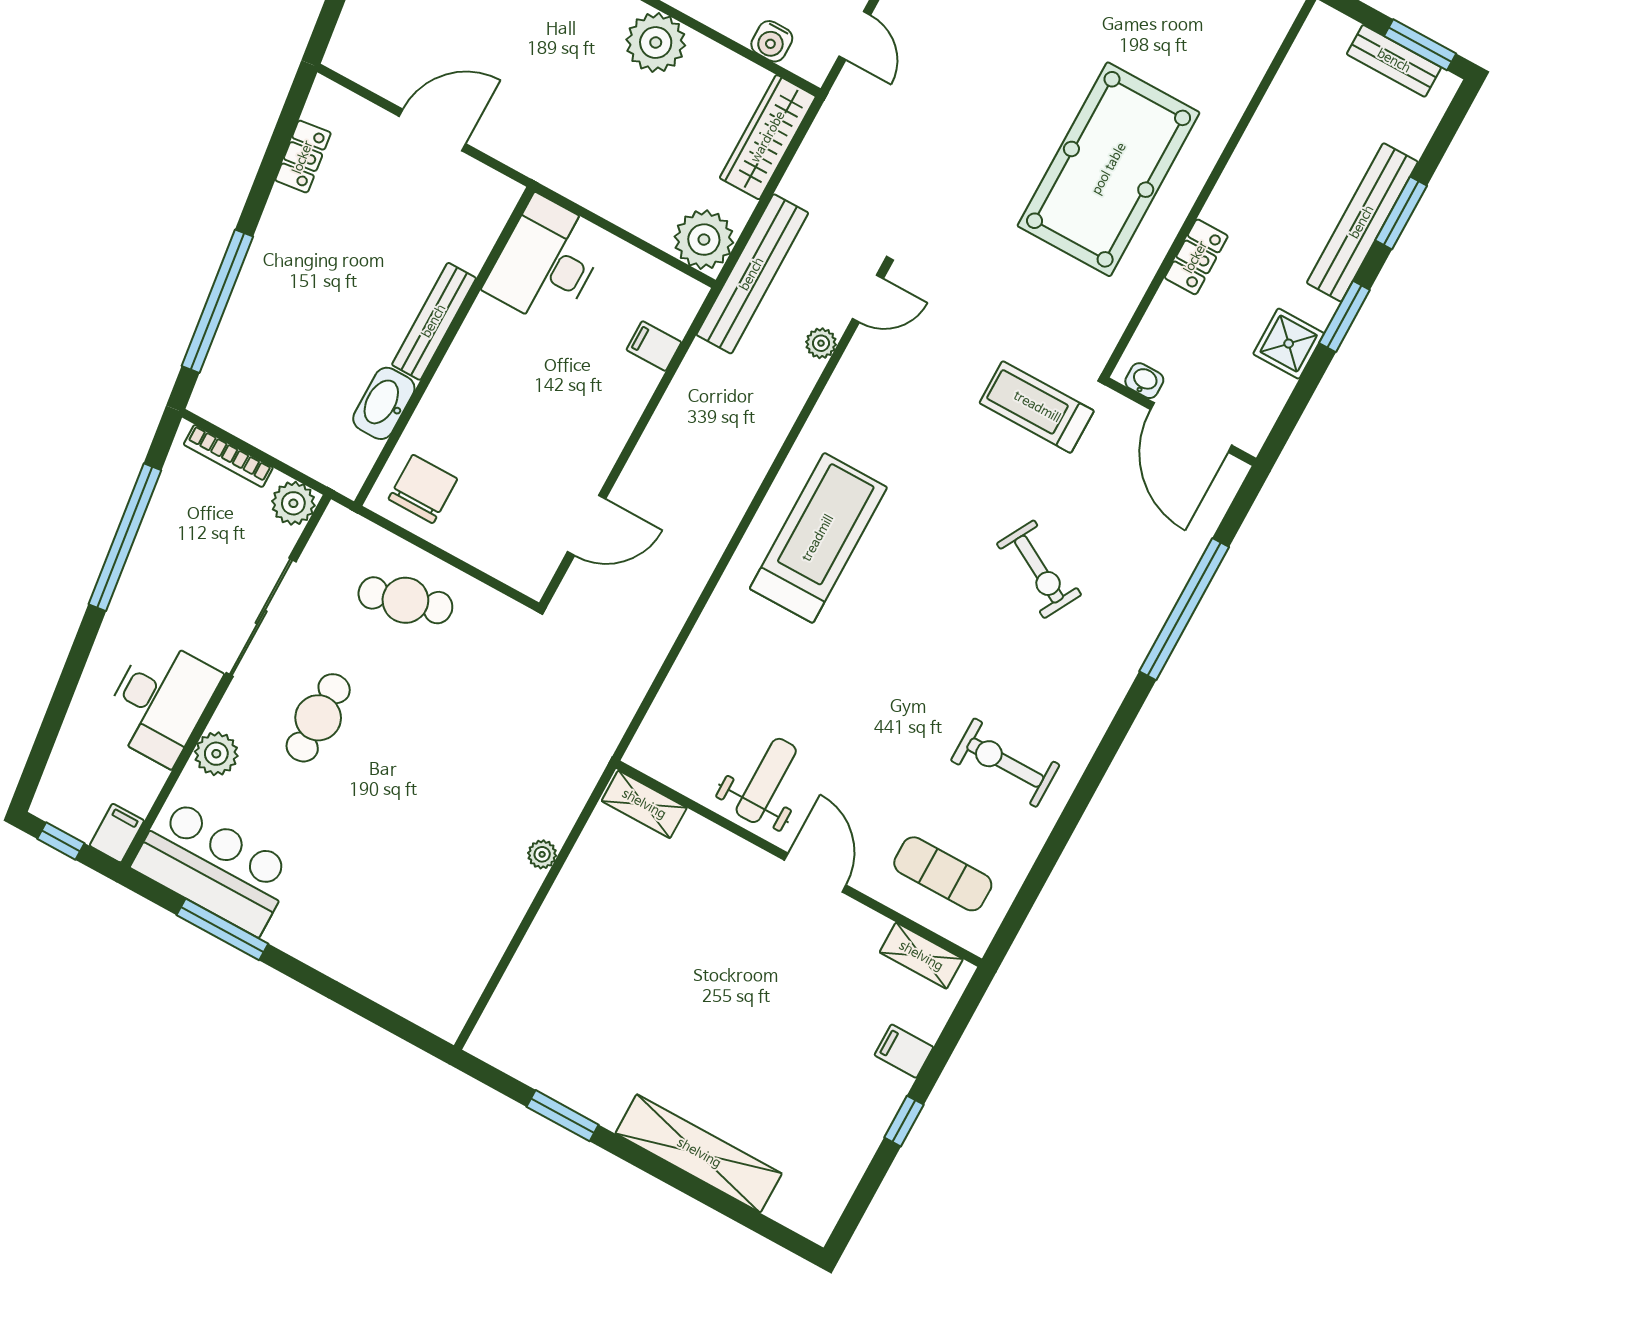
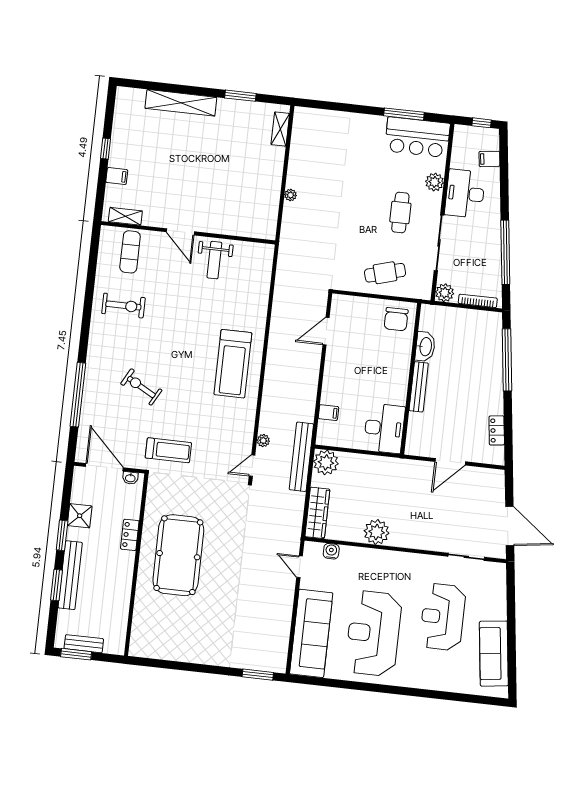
shelving: (644, 804) -> (280, 129), moved, turned 90
filing cabinet: (117, 833) -> (489, 159), moved, turned 83
exercise mat: (943, 874) -> (130, 252), turned 90

